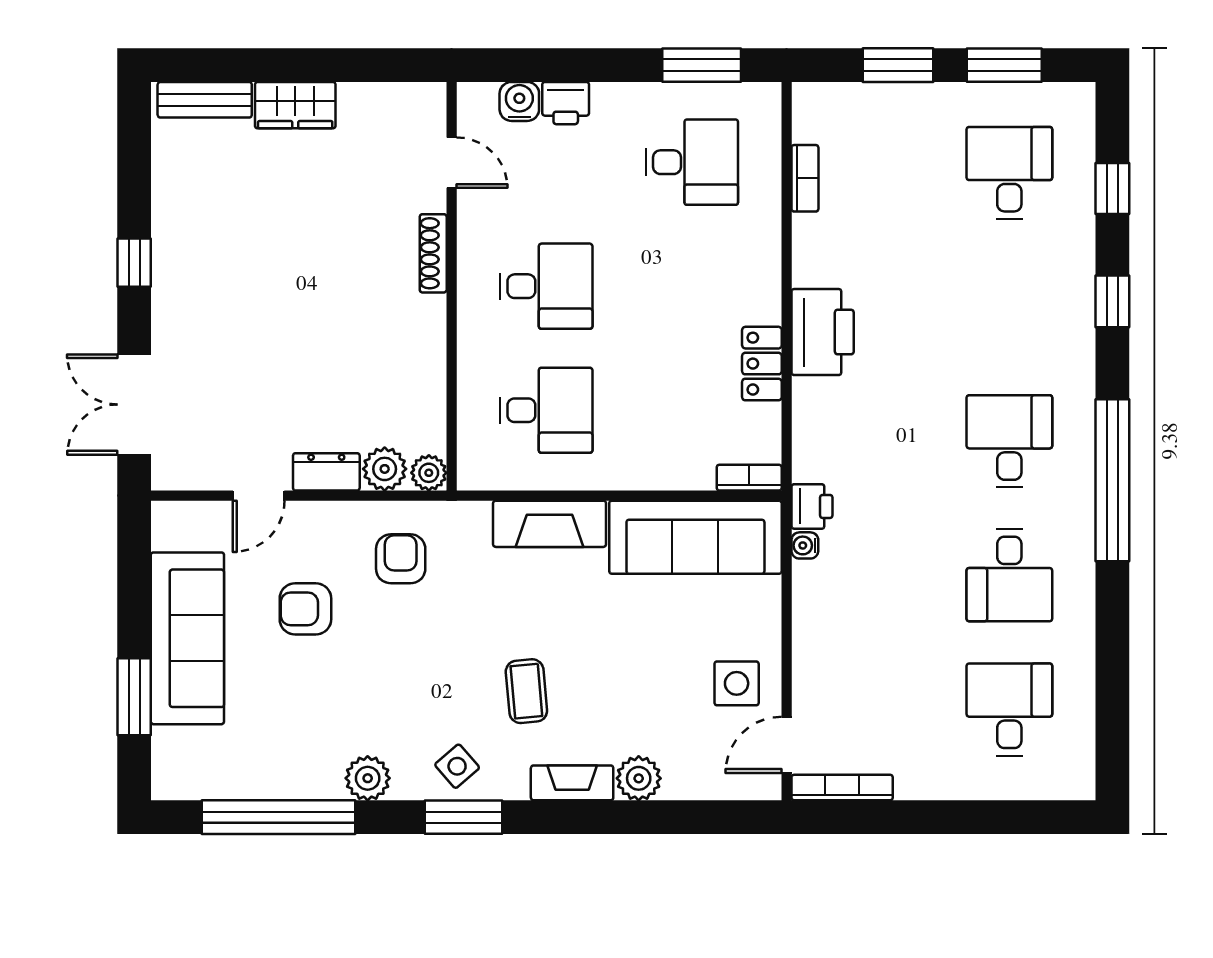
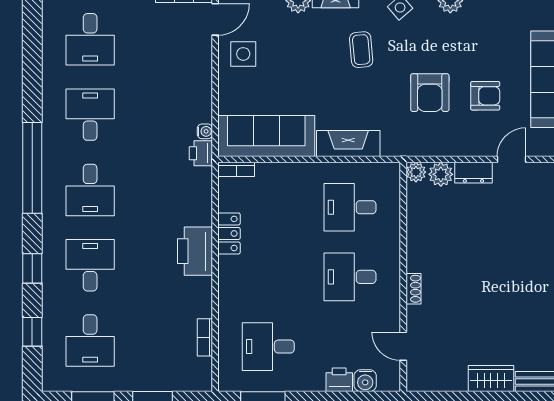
shoe rack: (433, 253) -> (414, 289), width x0.70
desk: (1009, 307) -> (90, 265), added
armchair: (401, 559) -> (430, 93), moved, width x1.38, depth x1.38

